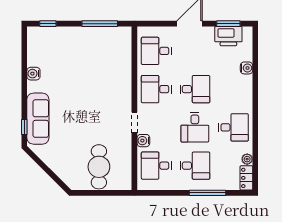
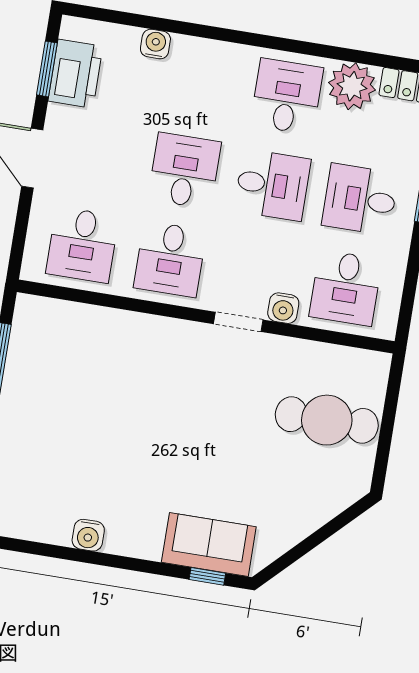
sofa: (38, 119) -> (209, 545), width x0.73
plant: (247, 159) -> (352, 86), width x1.88, depth x1.88
desk: (195, 166) -> (360, 199), turned -90

